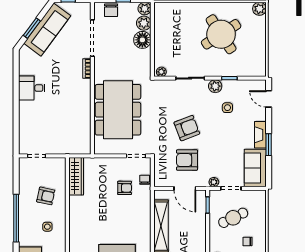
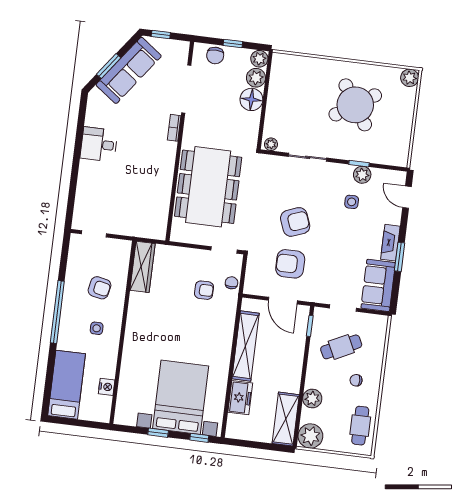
plant: (215, 86) -> (362, 175), moved
plant: (214, 182) -> (322, 297), removed

